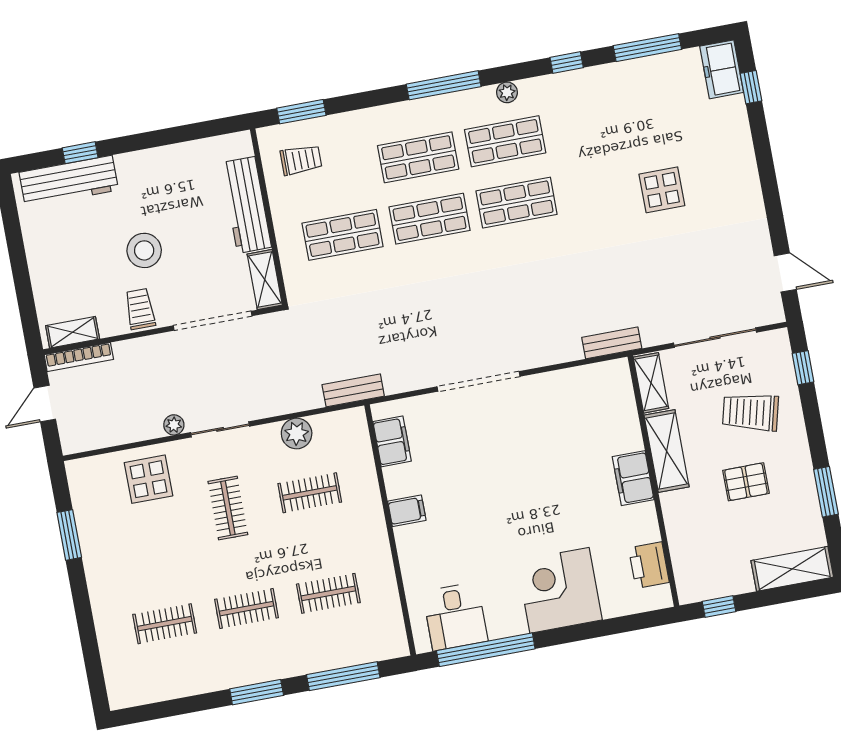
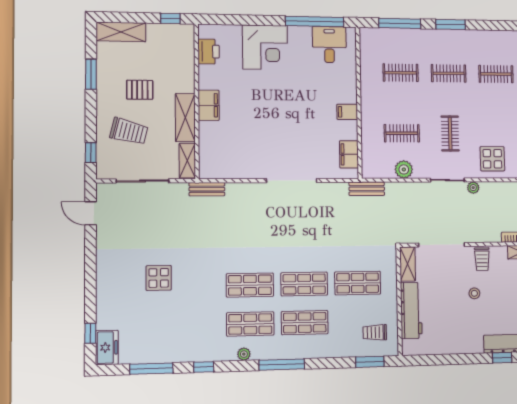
stool: (144, 250) -> (474, 293), width x0.53, depth x0.53

